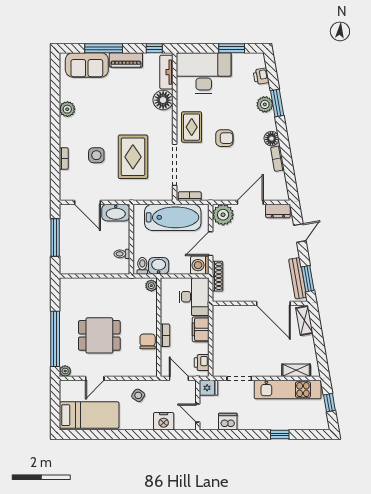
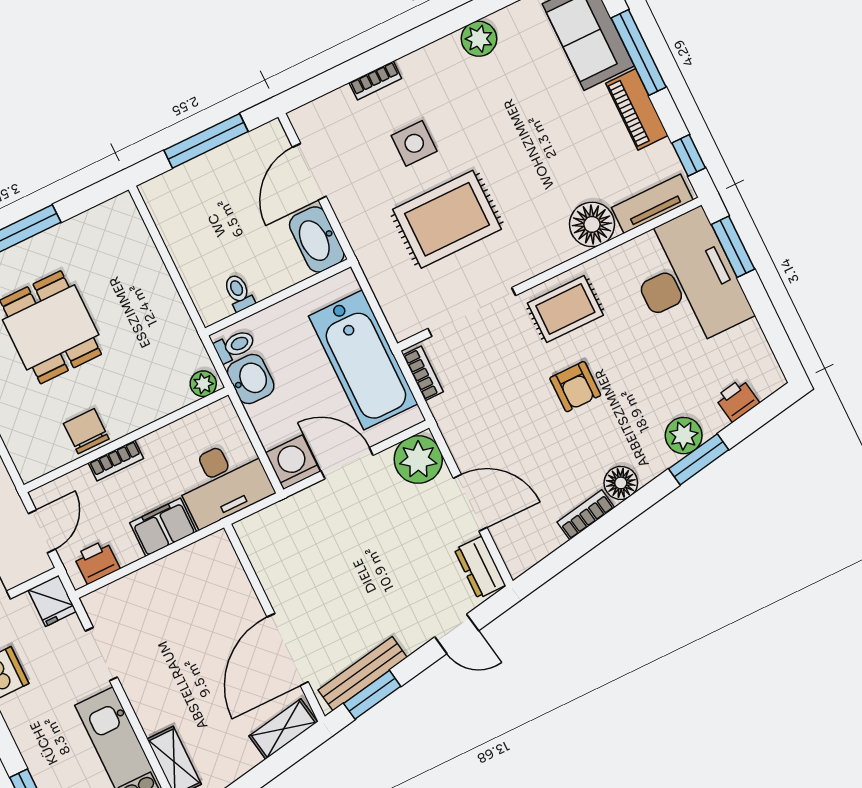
window: (232, 48) -> (733, 247), moved
shoe rack: (218, 276) -> (288, 509), removed
chair: (148, 341) -> (86, 431), turned -90

